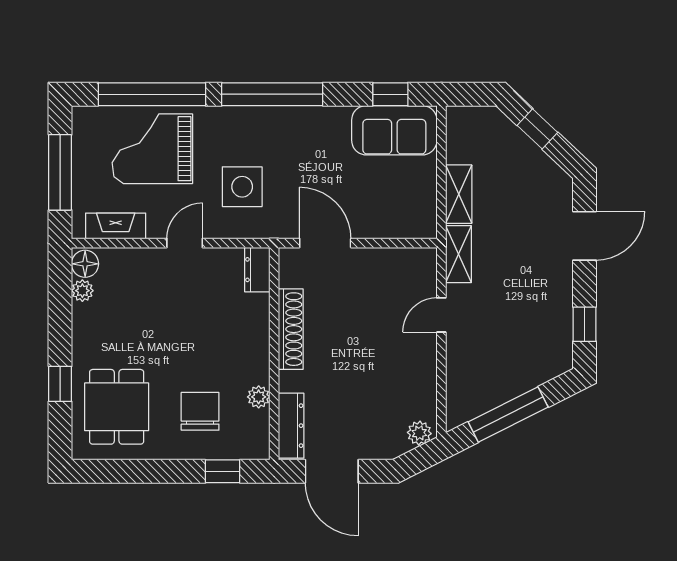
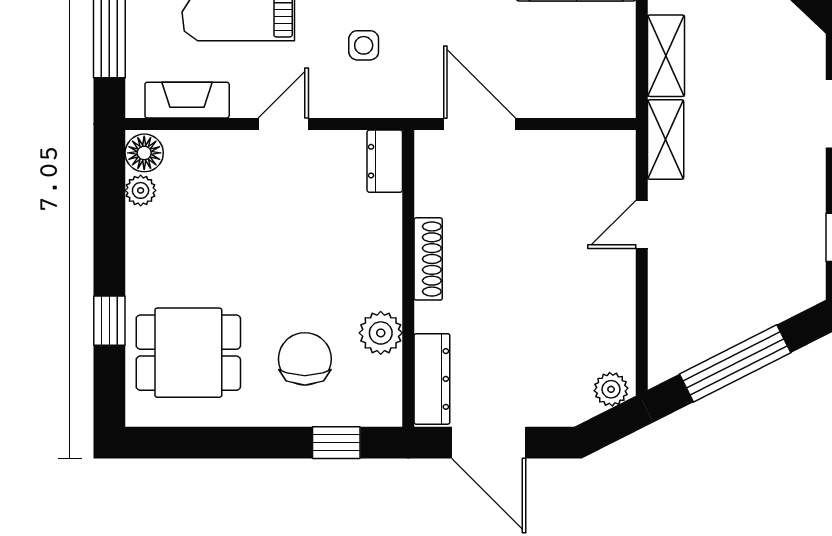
side table: (242, 187) -> (364, 45), width x0.54, depth x0.54
shoe rack: (291, 329) -> (428, 259), width x0.74, depth x0.81
plant: (259, 397) -> (381, 333), width x1.38, depth x1.38
dining table: (117, 407) -> (188, 353), turned 90

